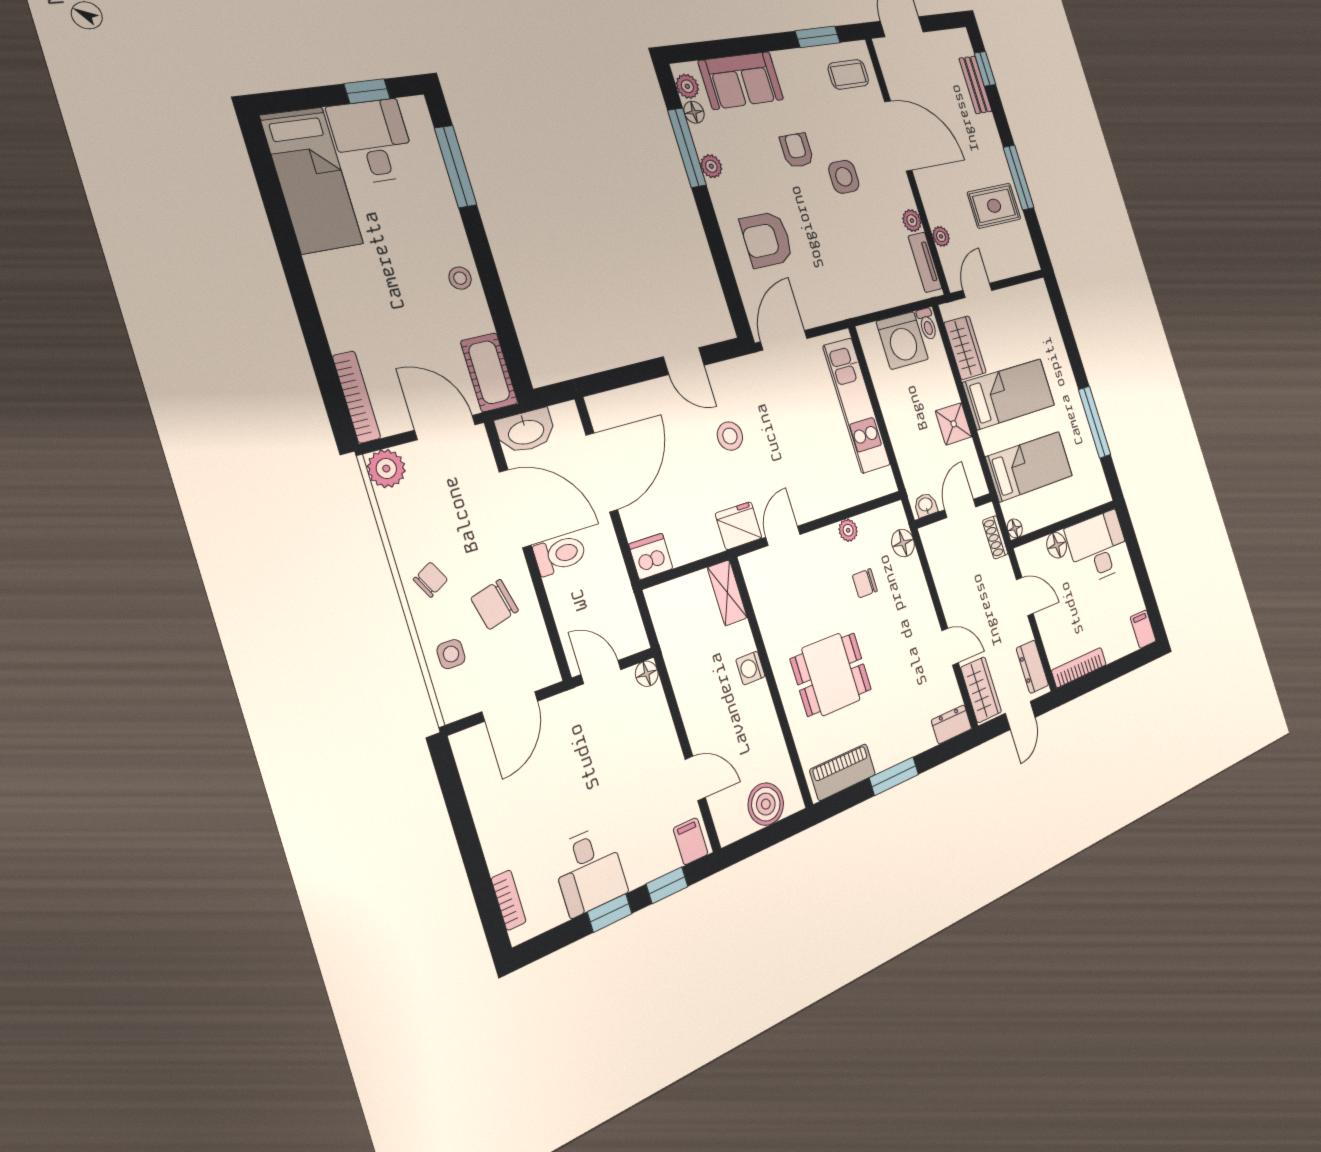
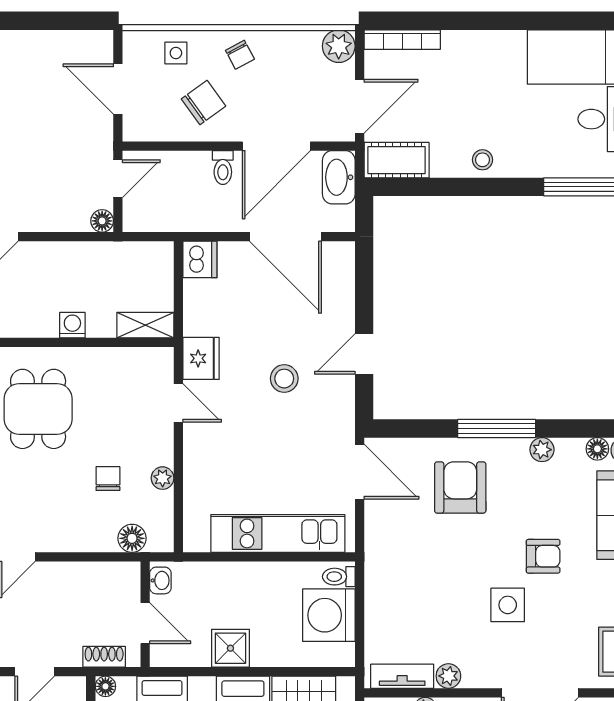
window: (687, 148) -> (497, 429), moved
toilet: (927, 324) -> (339, 577), moved
toilet: (560, 555) -> (223, 168), width x0.73, depth x0.72
chair: (495, 604) -> (203, 103), turned 68

